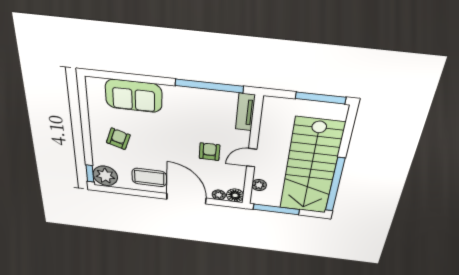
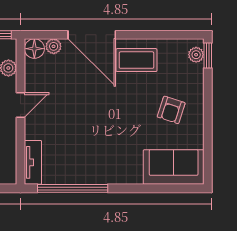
sofa: (134, 96) -> (174, 167), moved
armchair: (210, 152) -> (68, 107), removed
plant: (105, 176) -> (196, 55), width x0.53, depth x0.53

